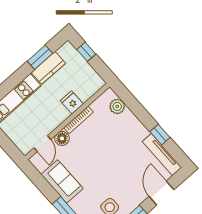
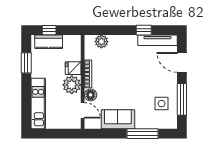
kitchen counter: (48, 68) -> (49, 42), moved, turned 90
plant: (56, 114) -> (72, 85), added

